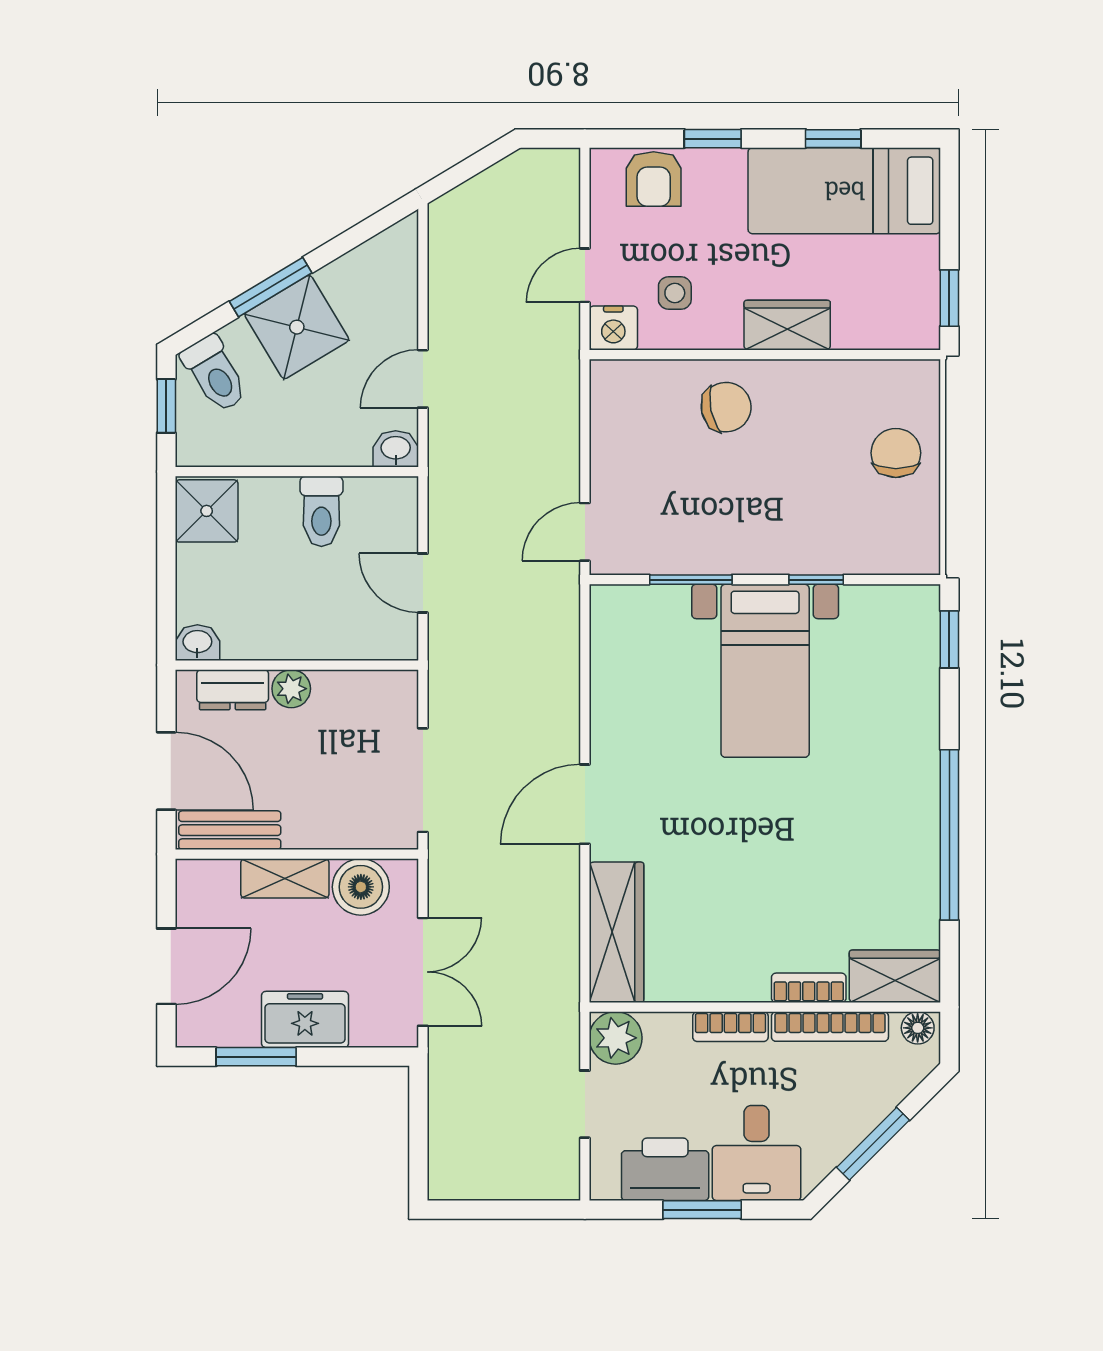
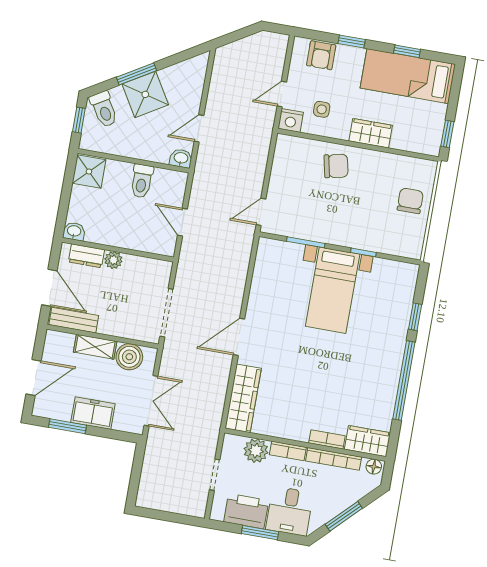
window: (949, 639) -> (415, 317), moved
plant: (616, 1038) -> (256, 451), moved

